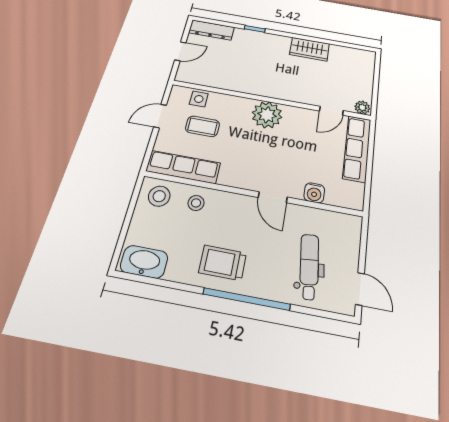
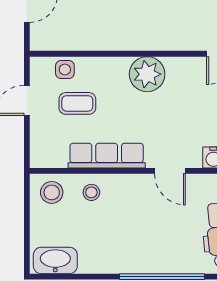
row of seats: (183, 167) -> (107, 156), moved
trolley: (223, 263) -> (132, 247), removed

